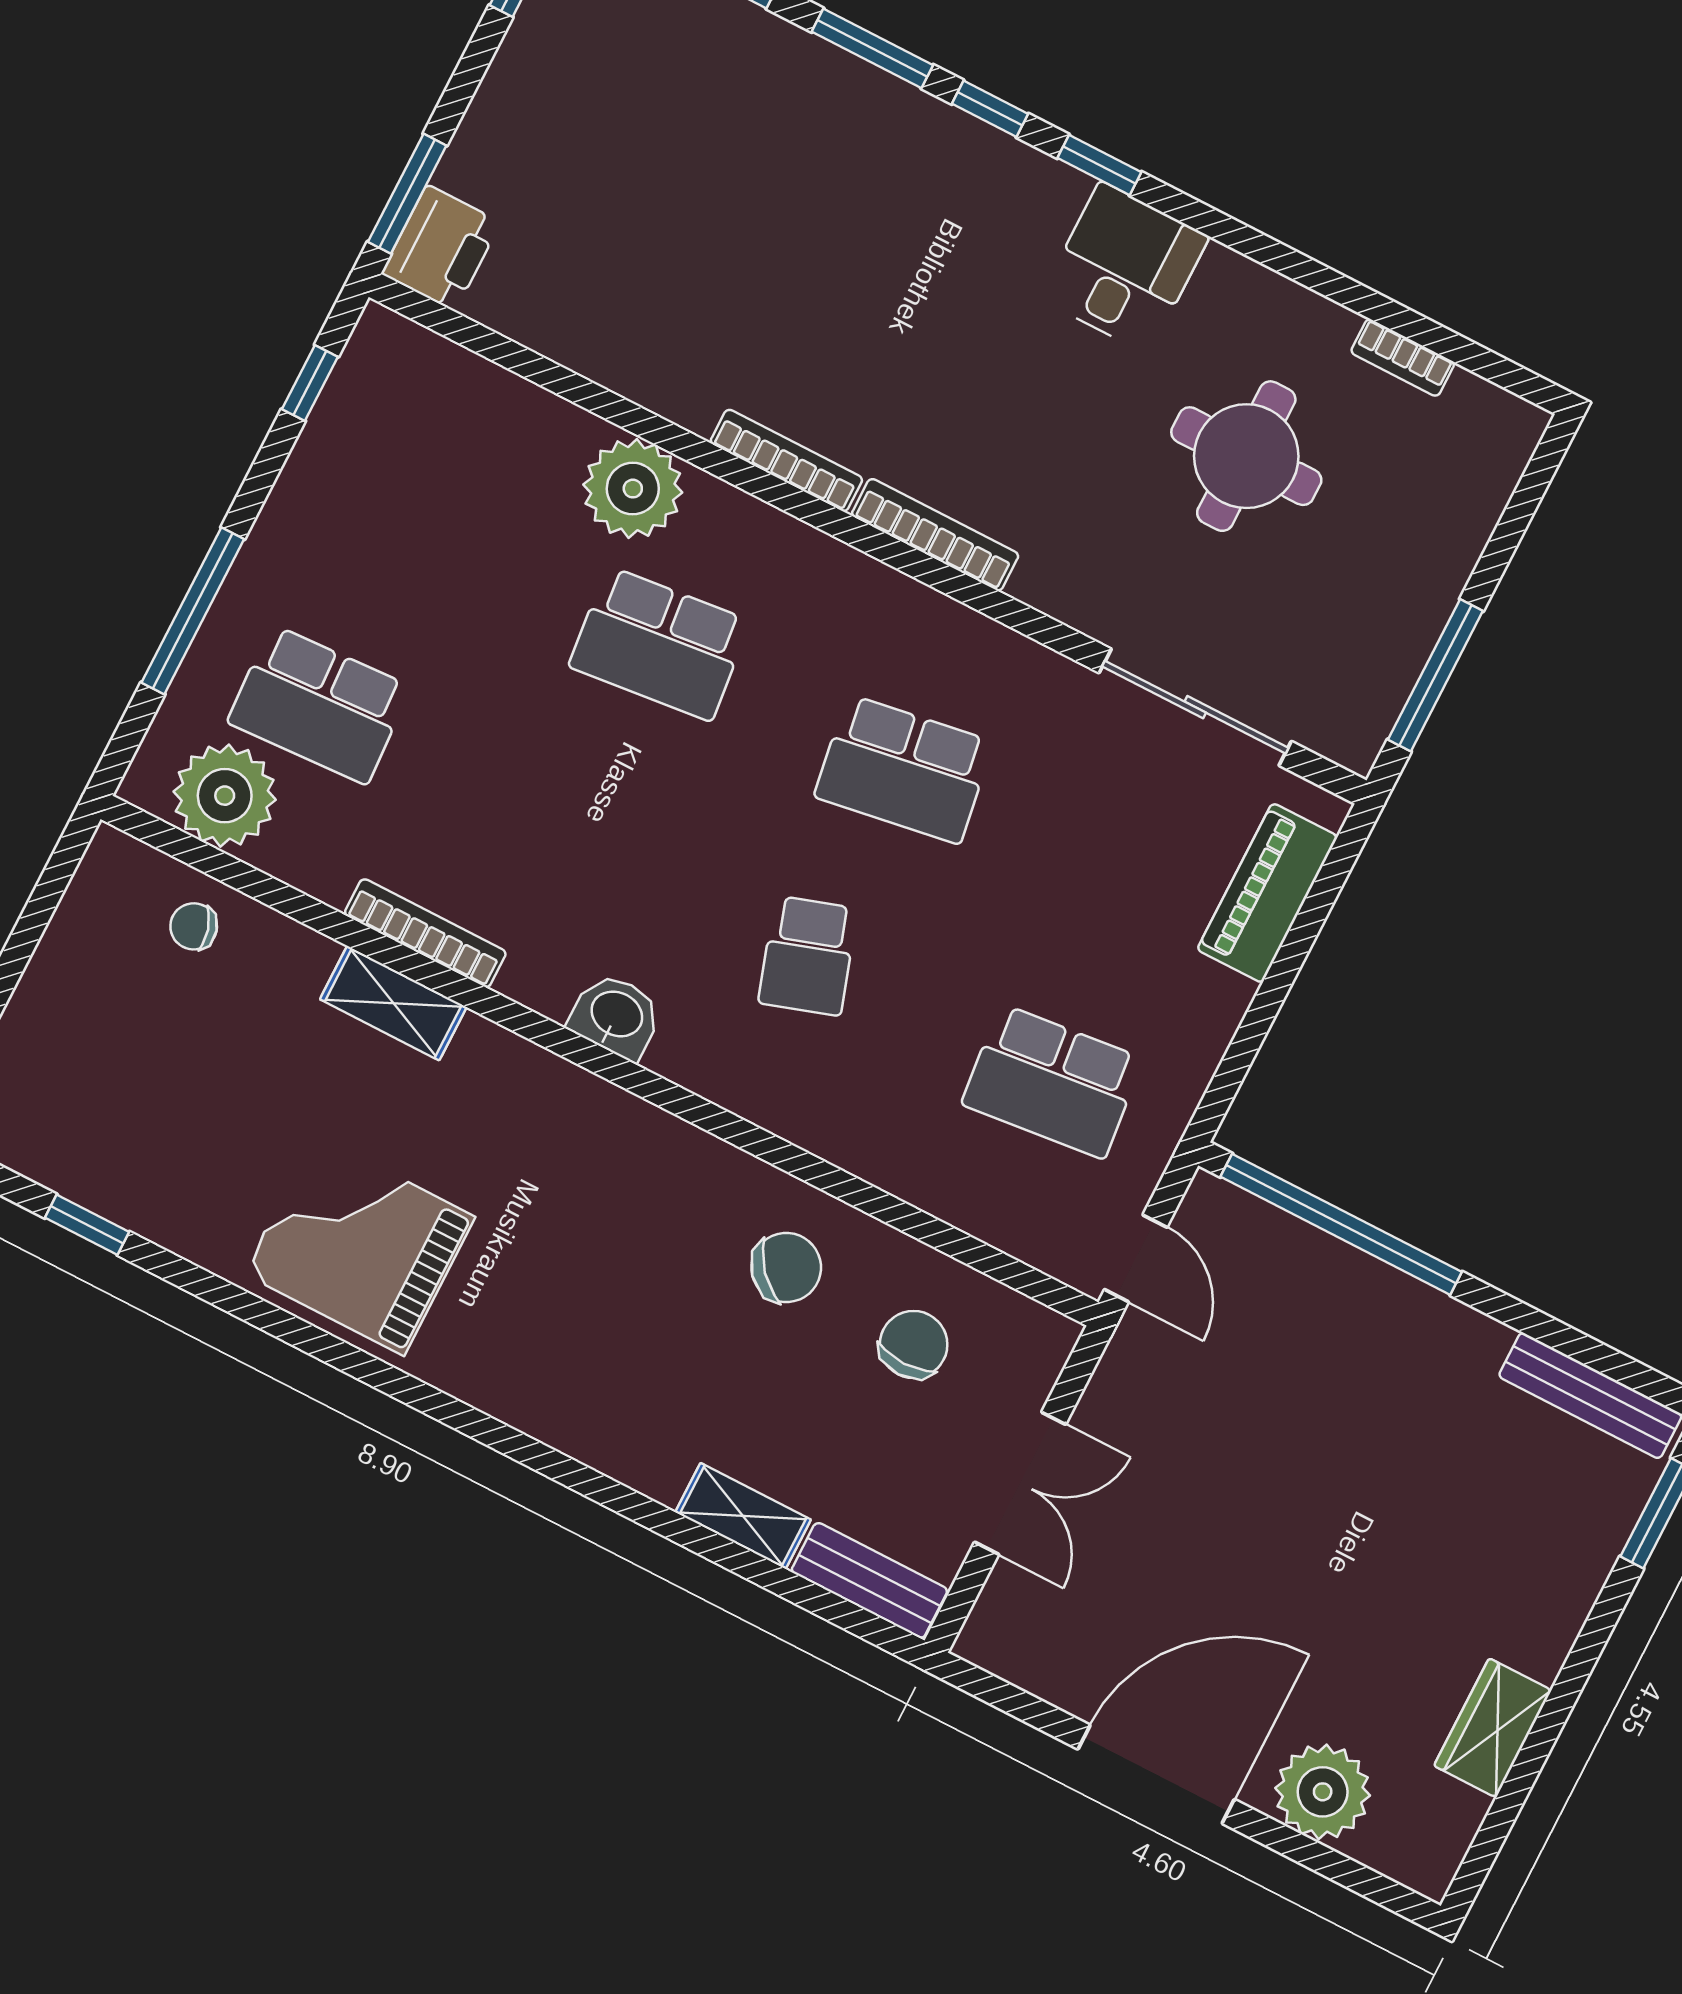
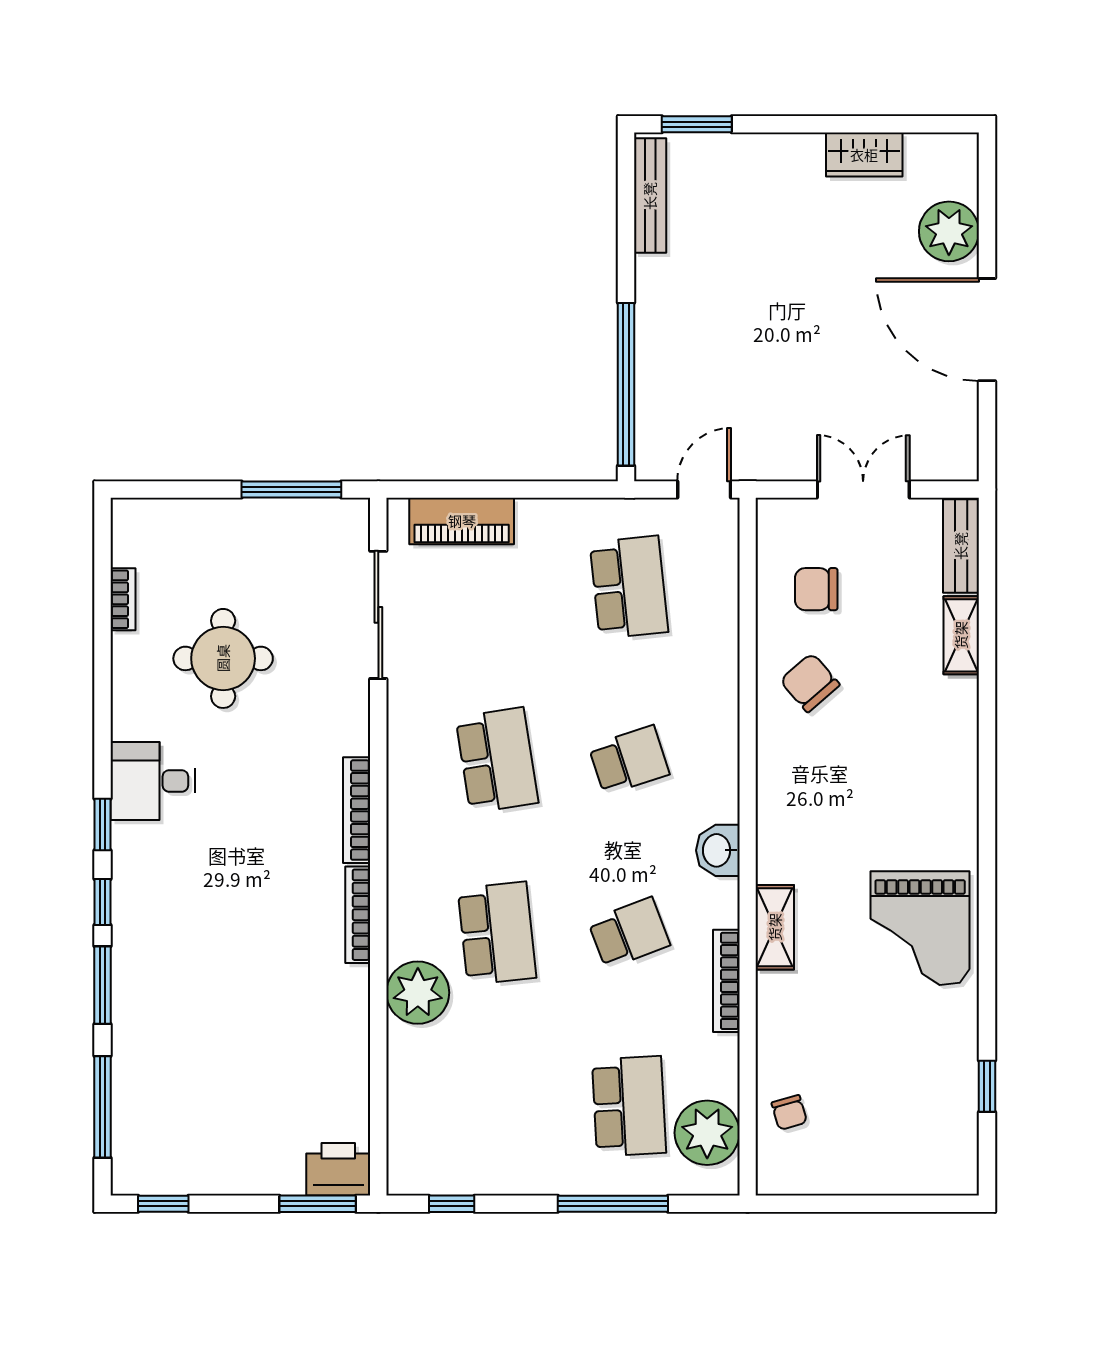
school desk: (563, 830) -> (629, 933), added
shelving: (393, 1003) -> (775, 927), moved

